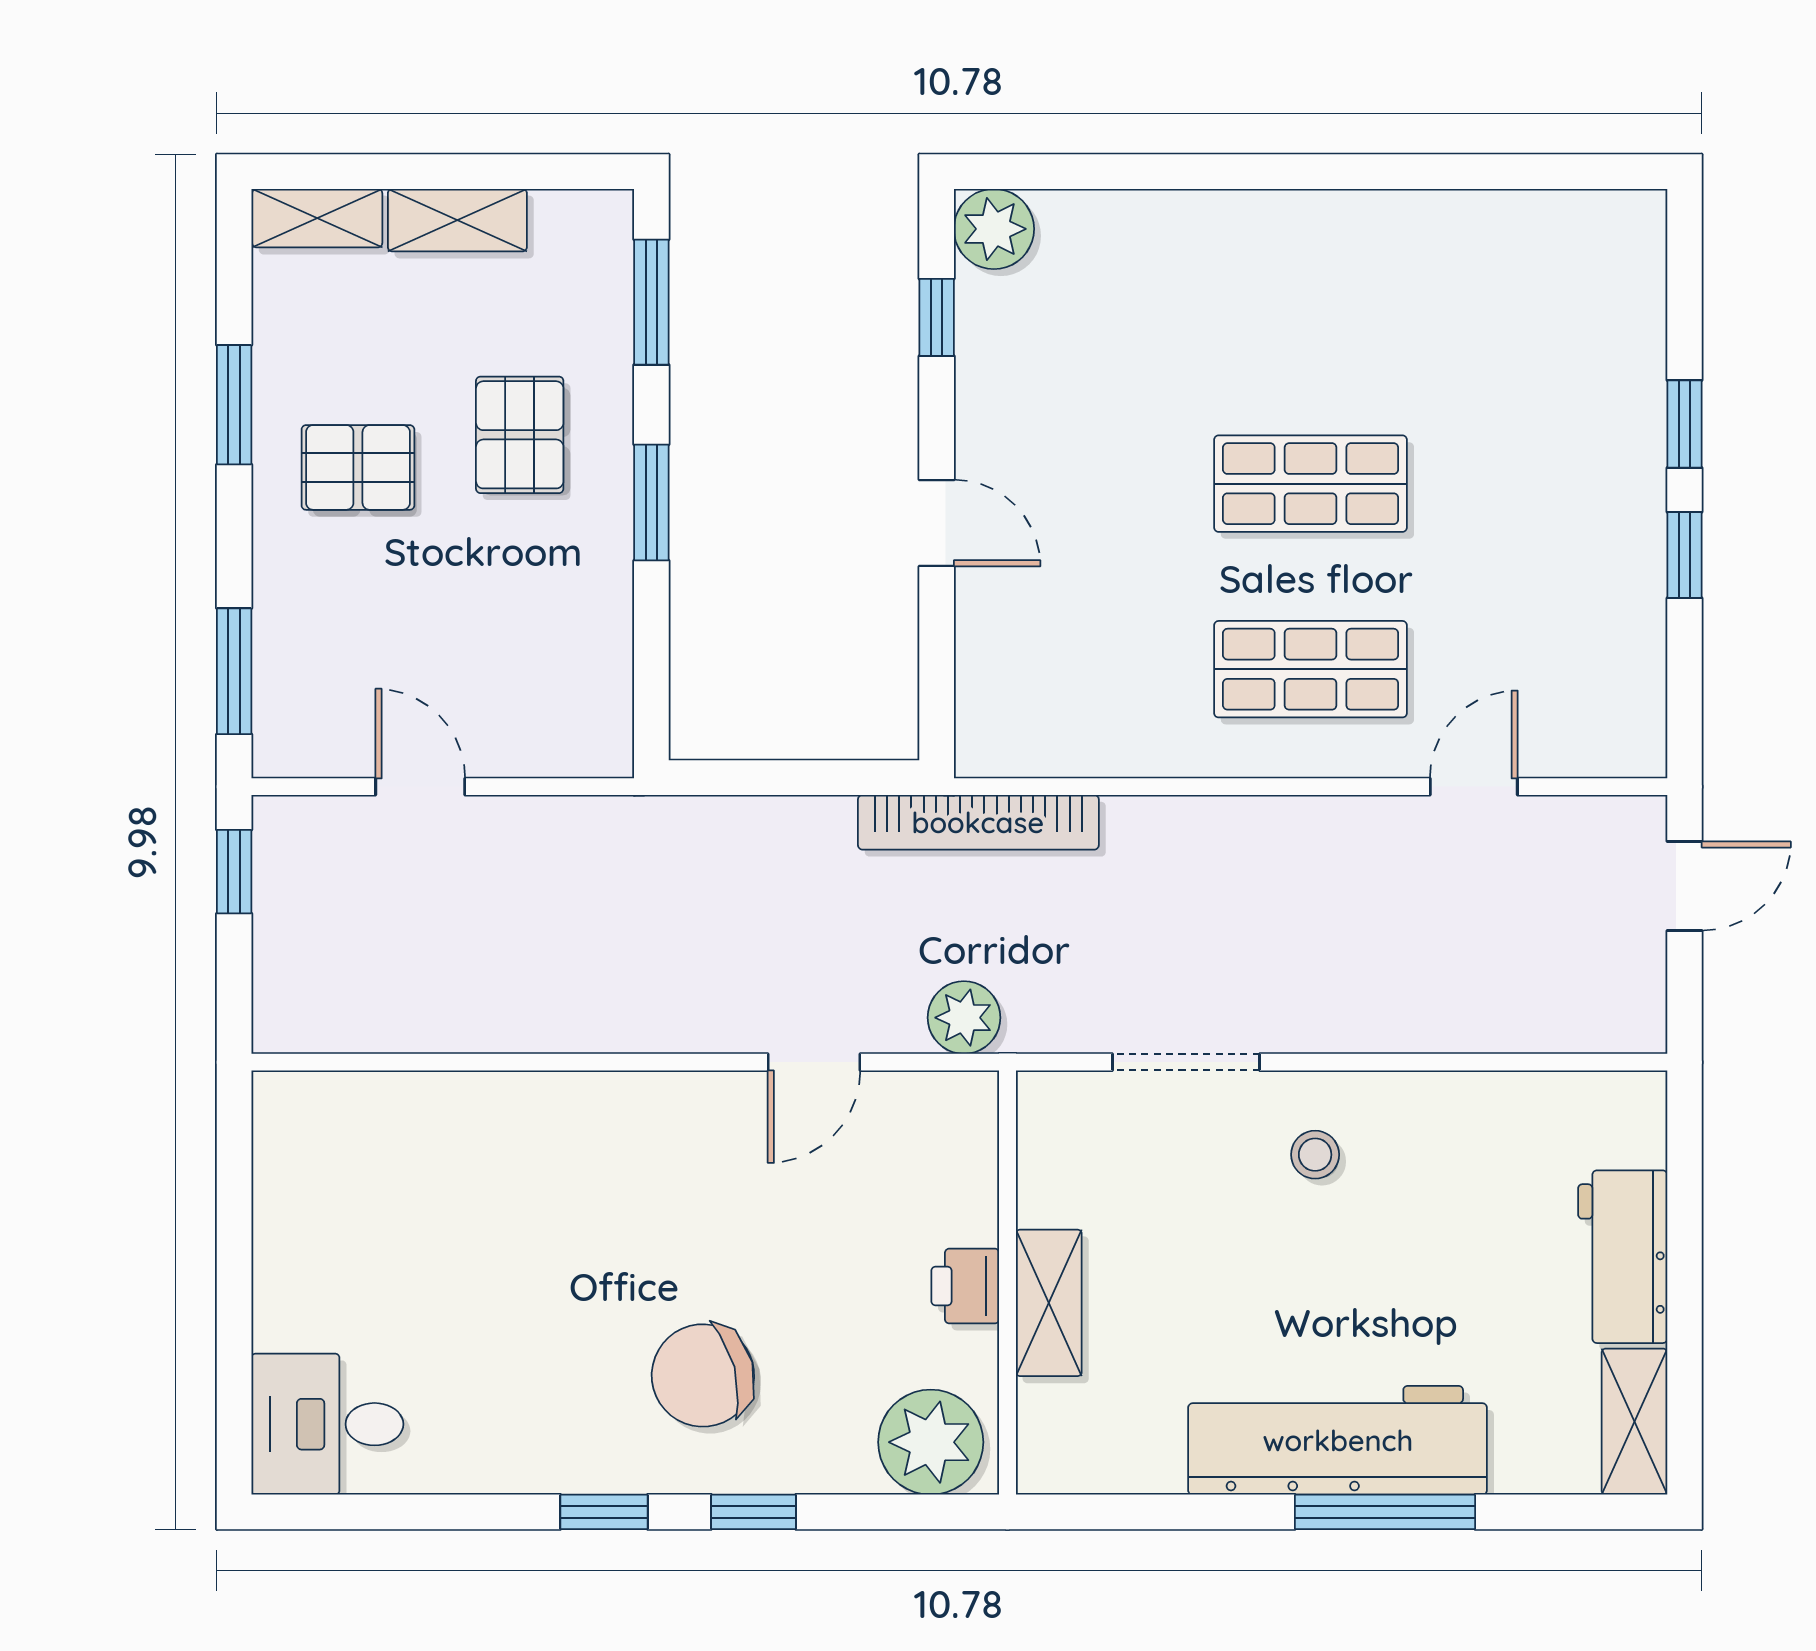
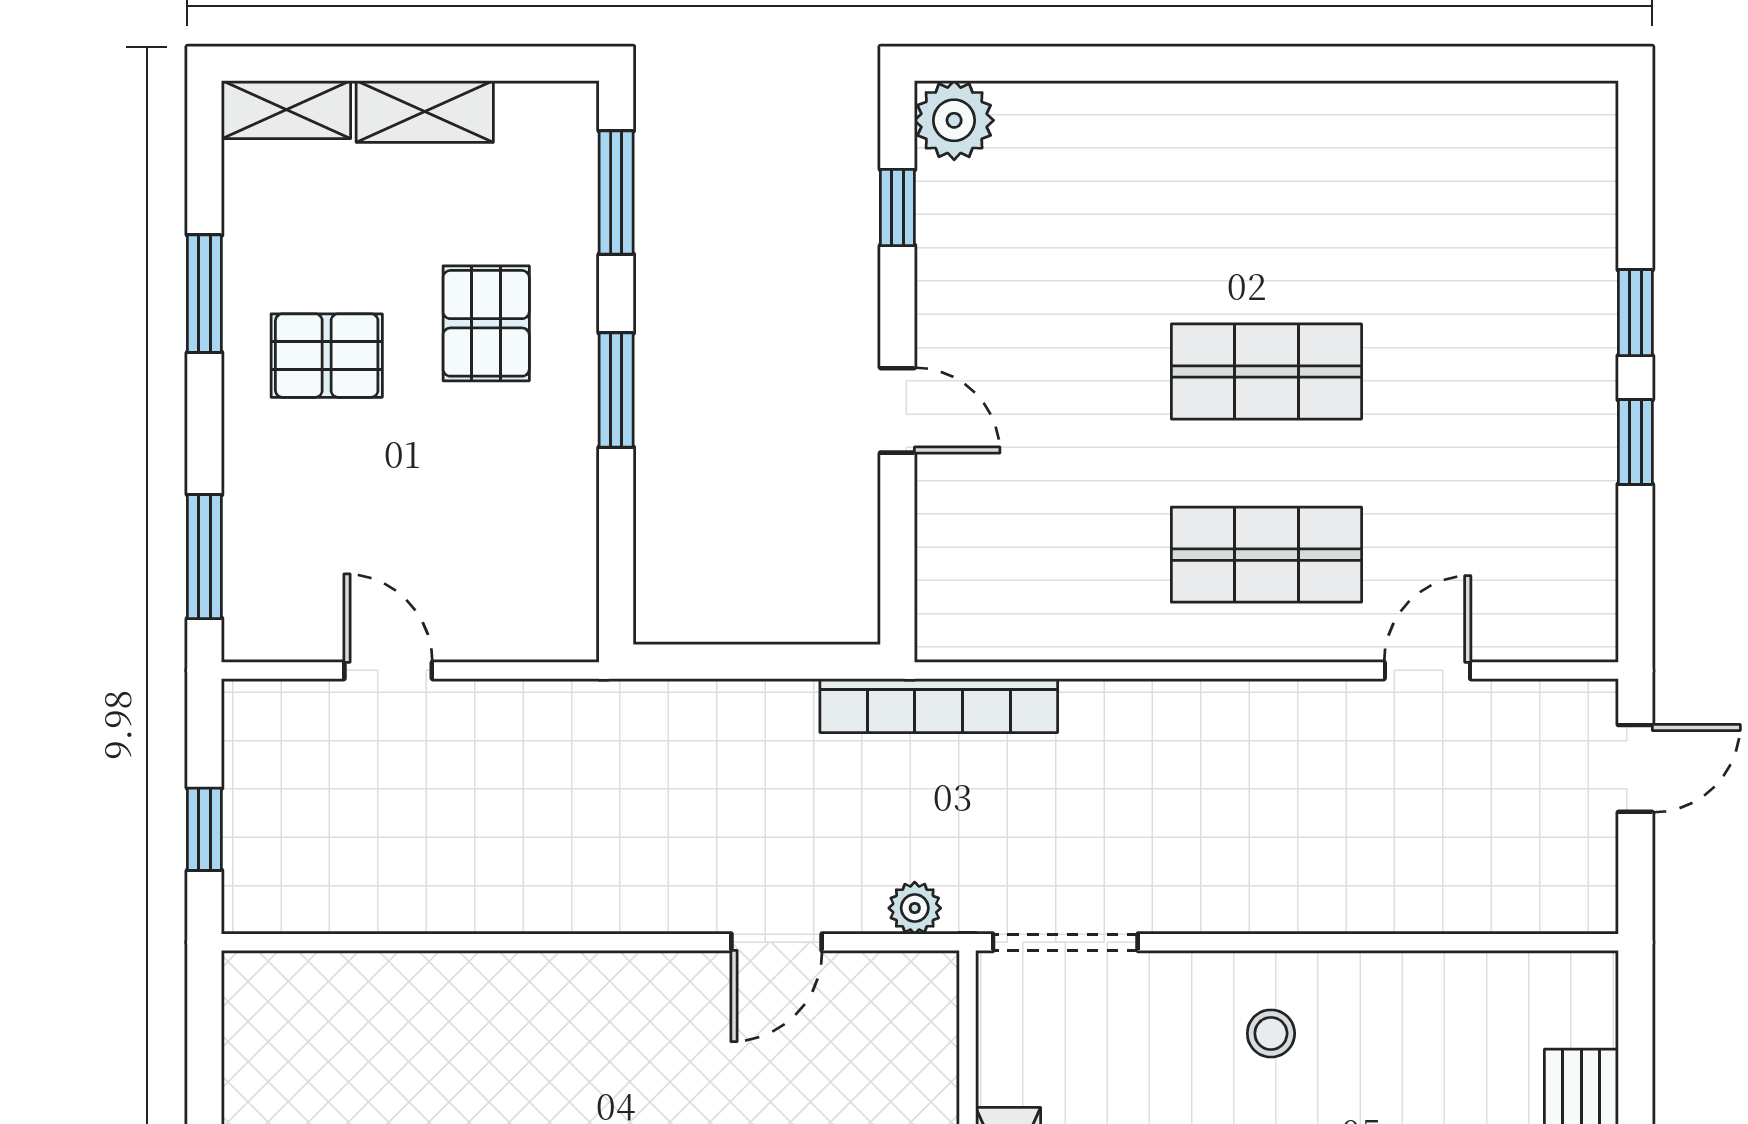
window: (234, 872) -> (204, 829), moved
plant: (964, 1018) -> (915, 908), width x0.73, depth x0.73
doorway: (1186, 1062) -> (1065, 942), moved

